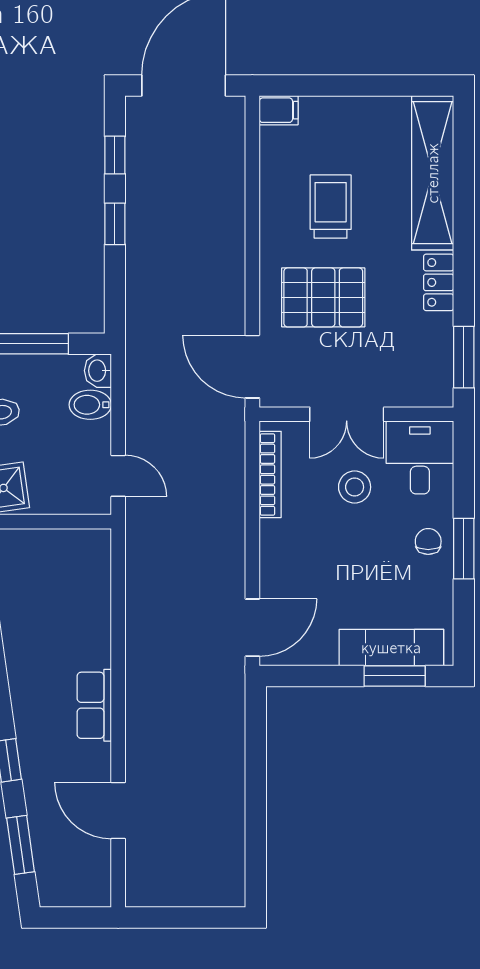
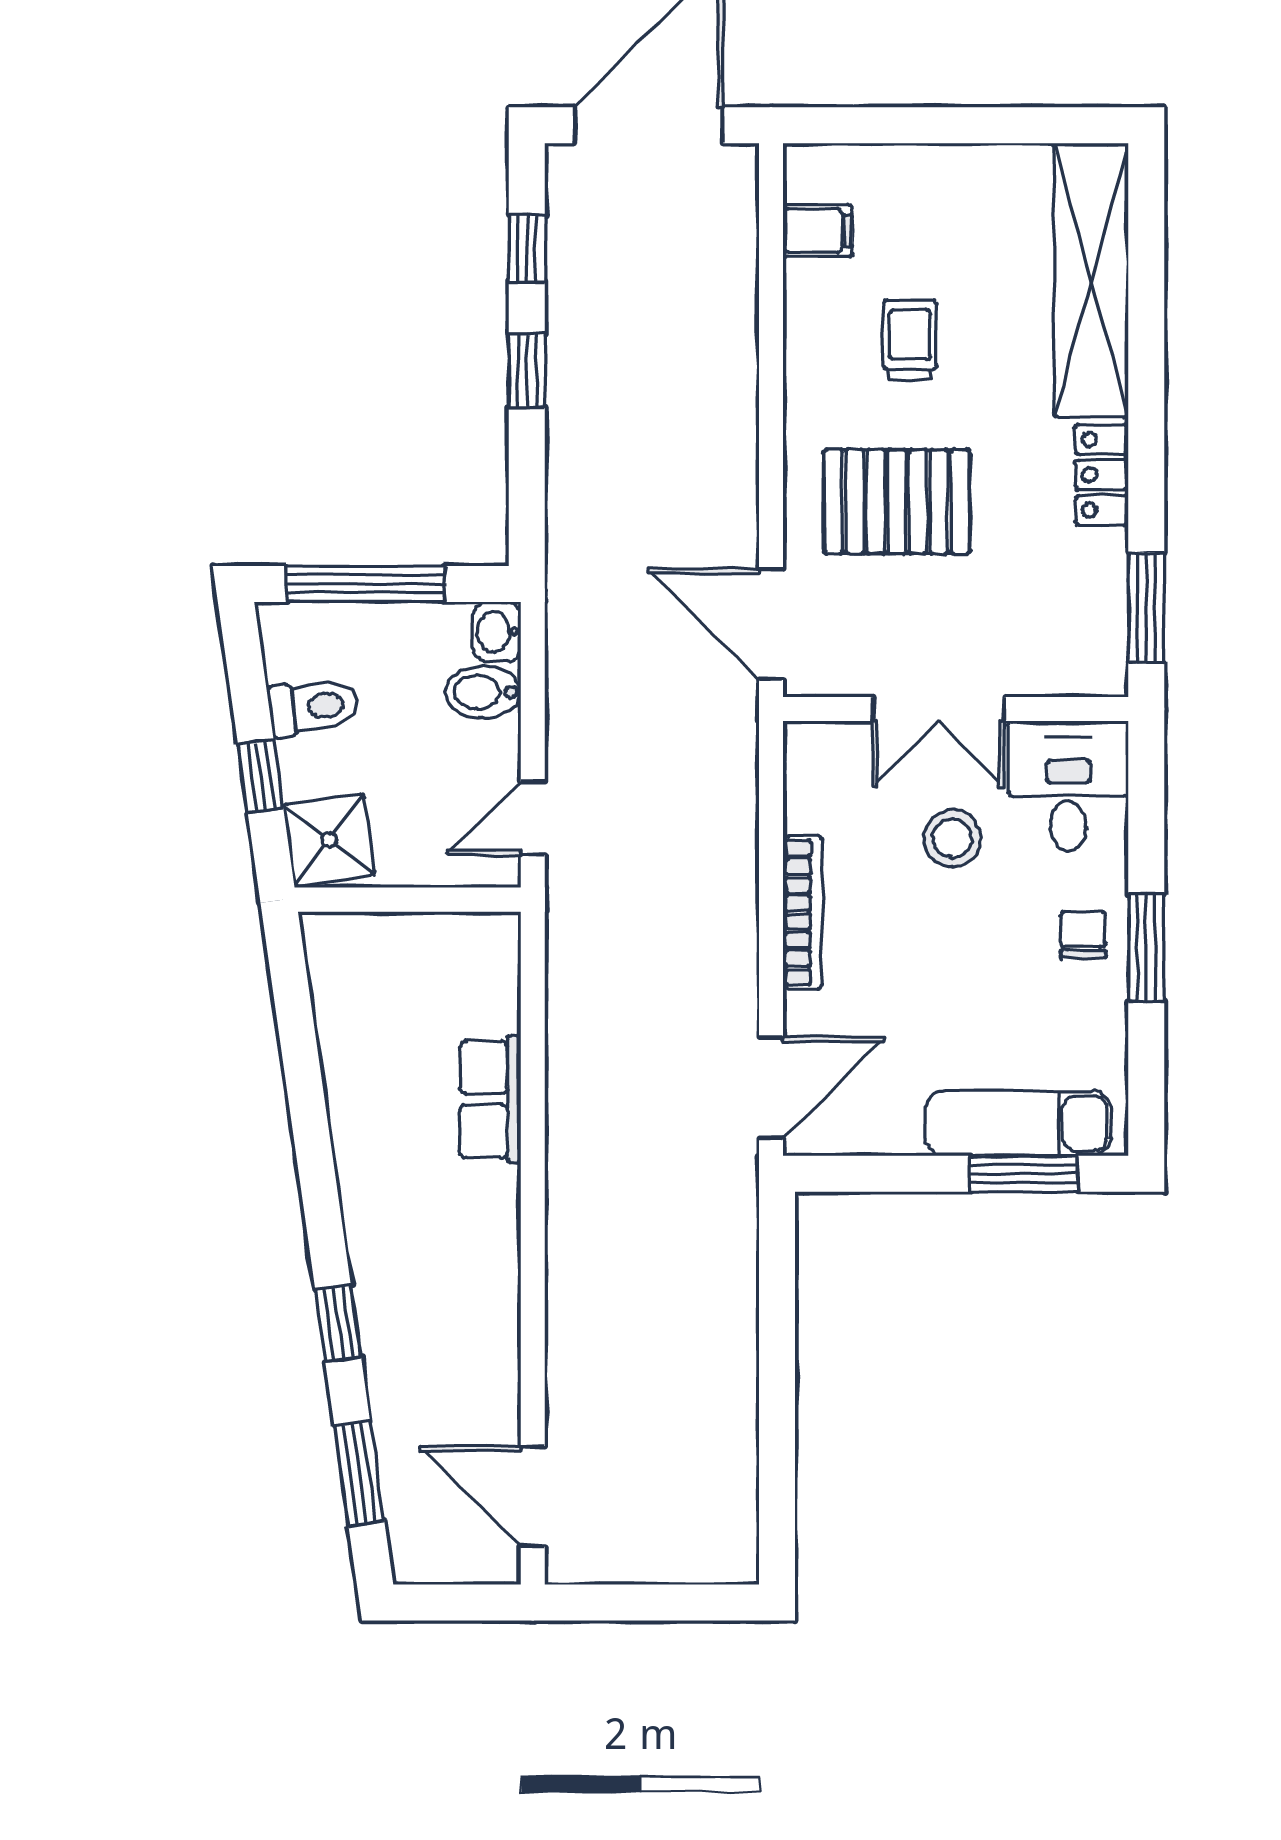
filing cabinet: (279, 110) -> (818, 231), moved
trolley: (331, 207) -> (910, 340), width x0.73, depth x0.72
bookcase: (270, 474) -> (803, 913), moved
door: (118, 476) -> (533, 818), swing flipped
row of seats: (94, 705) -> (490, 1099), moved
door: (118, 810) -> (533, 1496), moved

